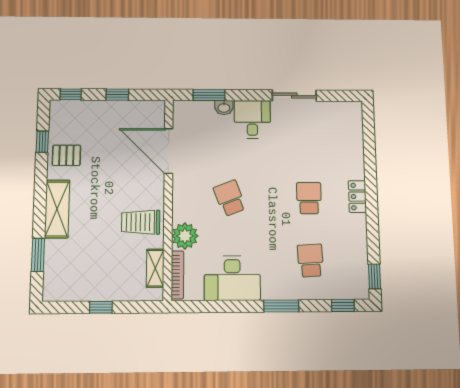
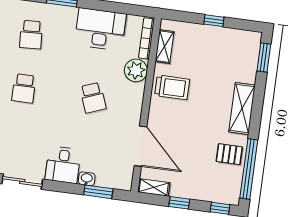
shelving: (148, 108) -> (154, 187), added
window: (42, 142) -> (249, 169), width x3.17
window: (38, 255) -> (264, 57), moved

